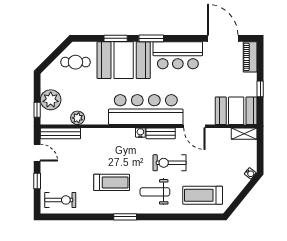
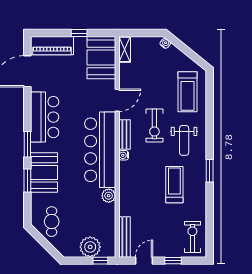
piano: (250, 57) -> (52, 46), width x1.37, depth x1.33
booth: (124, 60) -> (44, 172), width x0.73, depth x0.70
plant: (78, 118) -> (109, 196), moved

